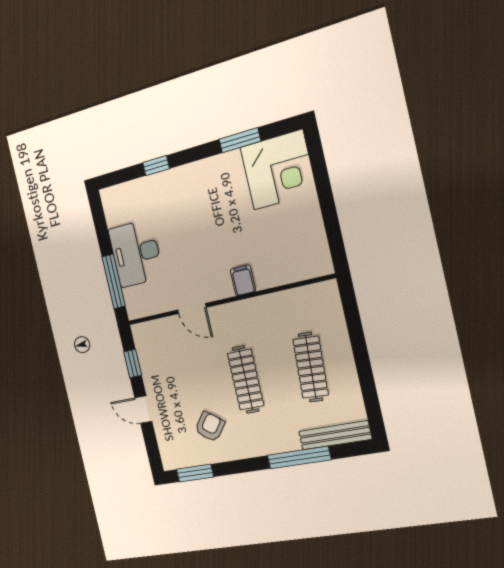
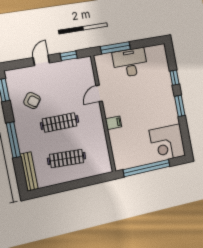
window: (240, 140) -> (180, 106), moved
window: (328, 210) -> (147, 168), added
window: (299, 457) -> (13, 140), moved

